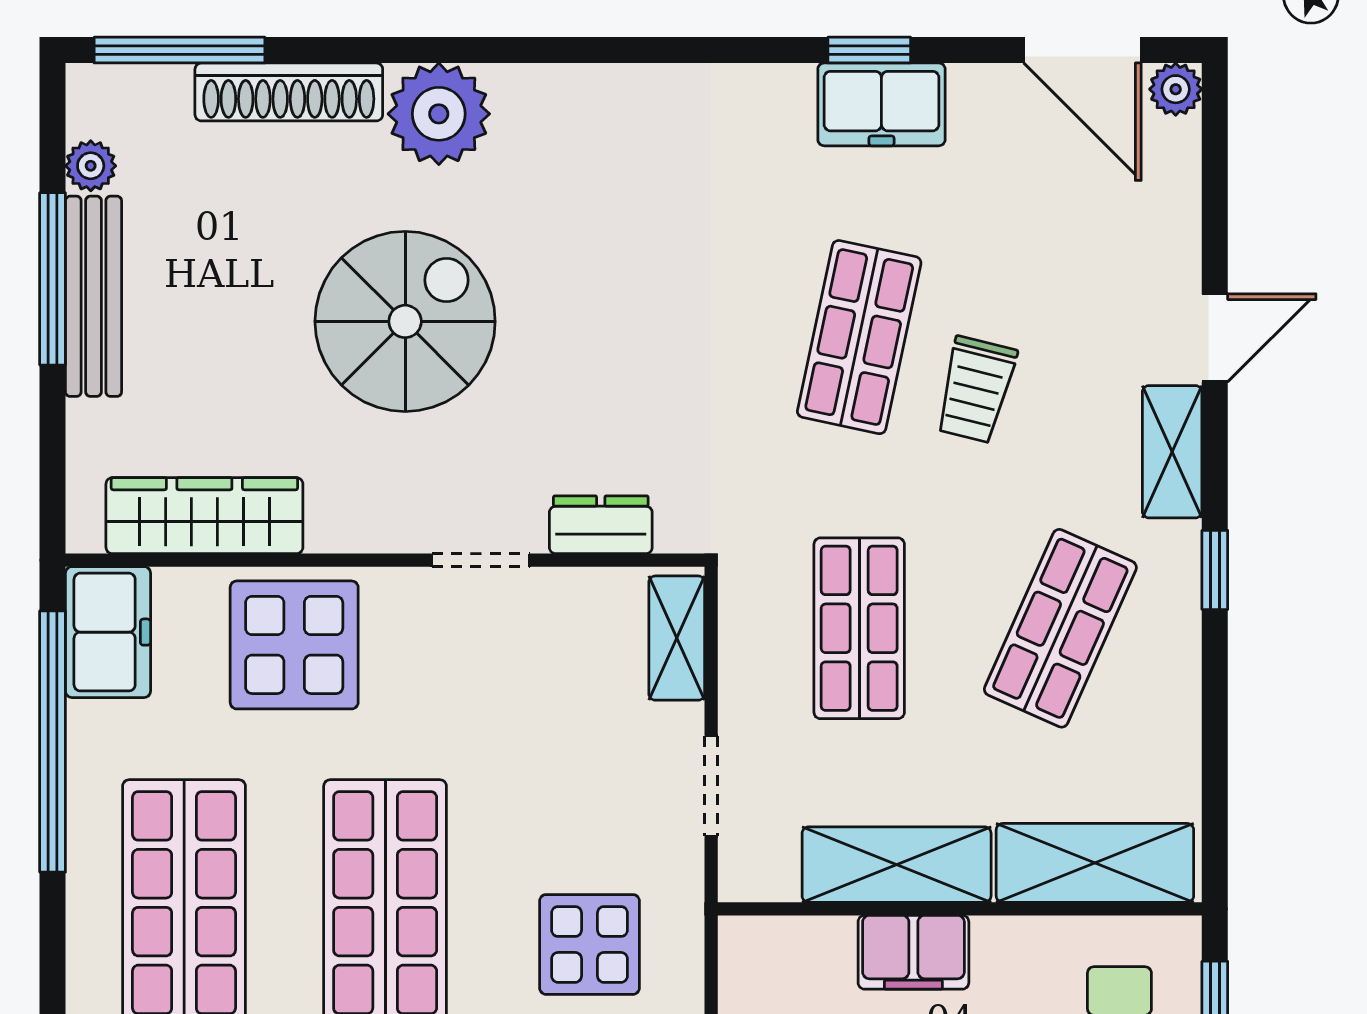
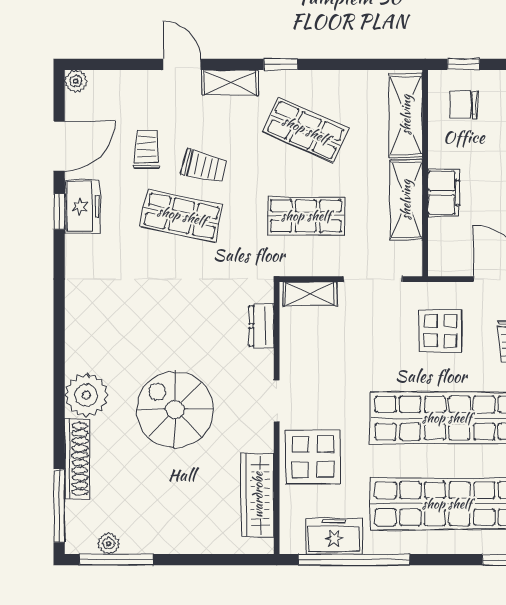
door: (1082, 50) -> (59, 146), moved
trolley: (1016, 255) -> (147, 149), added
window: (53, 279) -> (116, 560), moved
bench: (94, 296) -> (164, 542), removed
doorway: (480, 560) -> (277, 401), moved
freezer: (108, 632) -> (334, 536), moved
doorway: (711, 786) -> (373, 279), width x1.38

